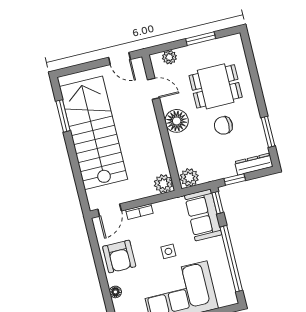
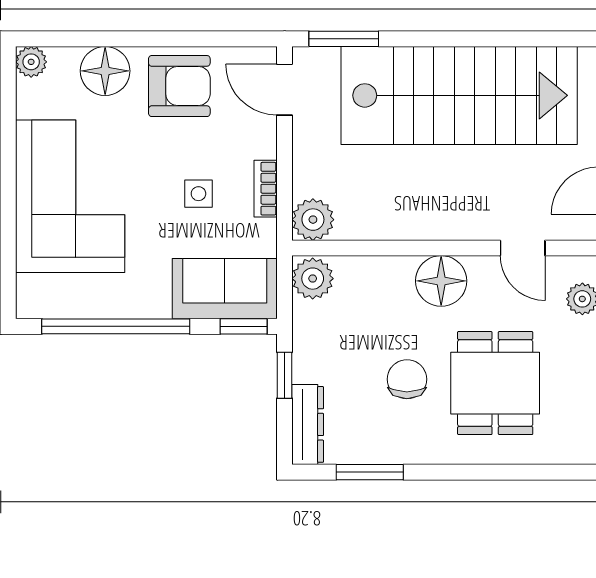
door: (153, 89) -> (523, 248), hinge flipped
window: (63, 116) -> (344, 39), moved
bookcase: (139, 212) -> (266, 189), moved
side table: (168, 251) -> (198, 194), moved
armchair: (119, 256) -> (179, 86), turned 180
floor lamp: (115, 292) -> (105, 71), width x1.89, depth x1.89

